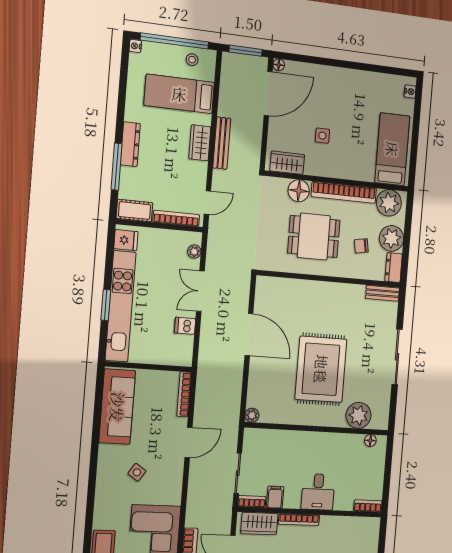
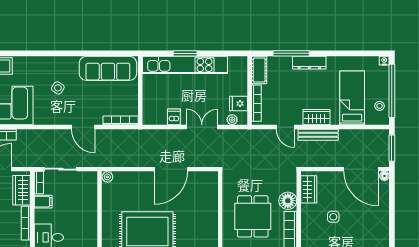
door: (207, 203) -> (285, 127), moved
fridge: (126, 240) -> (239, 104), moved, turned 90

